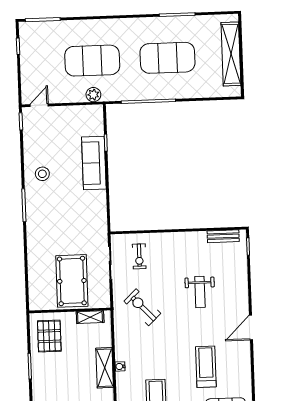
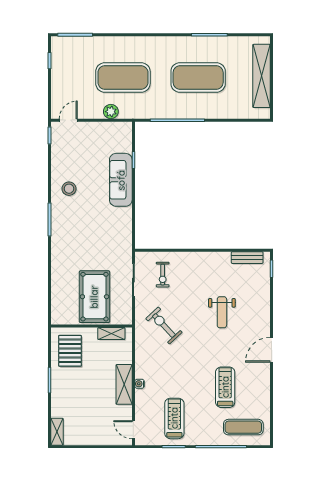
plant: (93, 95) -> (111, 112), moved

